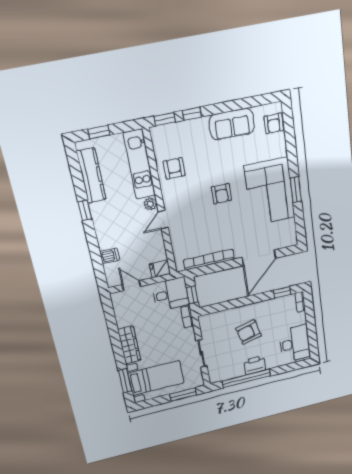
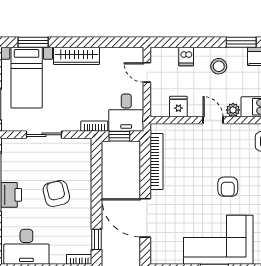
armchair: (221, 194) -> (228, 187), turned -90
window: (85, 210) -> (241, 42), width x1.50
stool: (112, 225) -> (219, 66), added
fridge: (160, 269) -> (178, 106), moved
door: (132, 286) -> (147, 72), swing flipped

